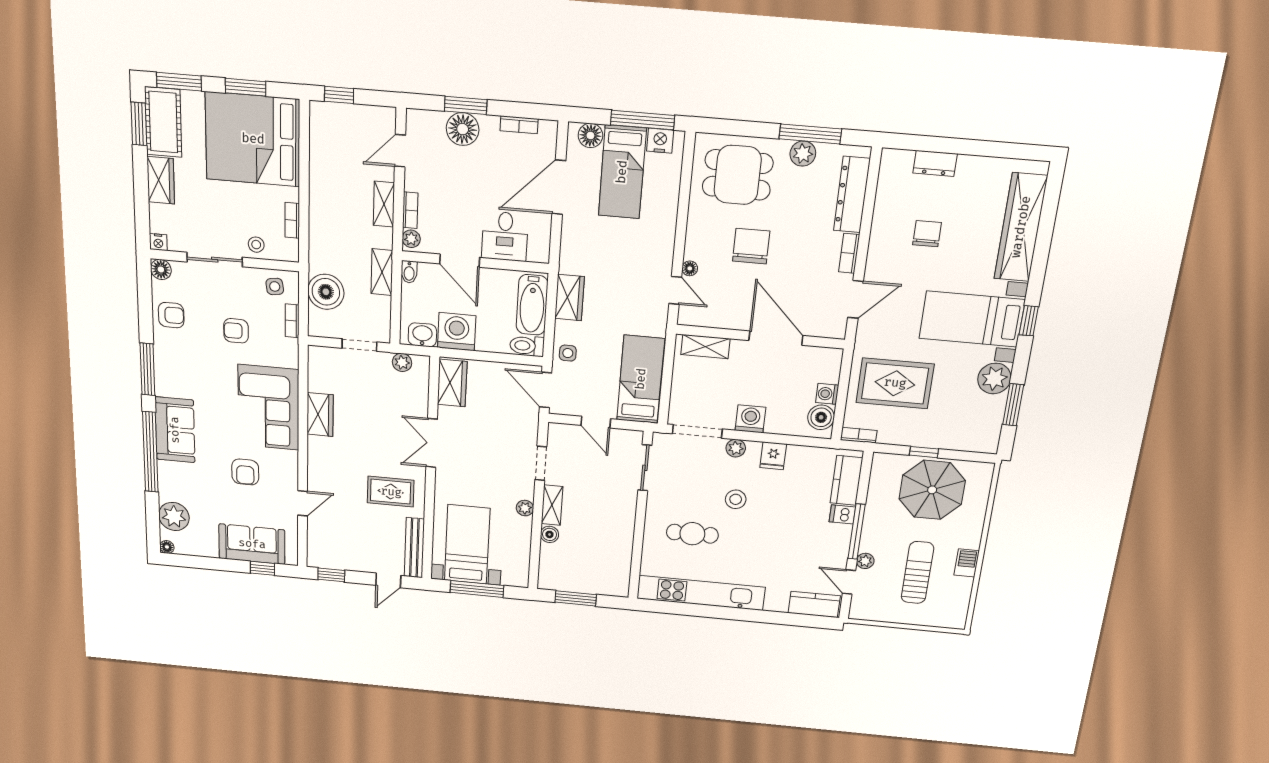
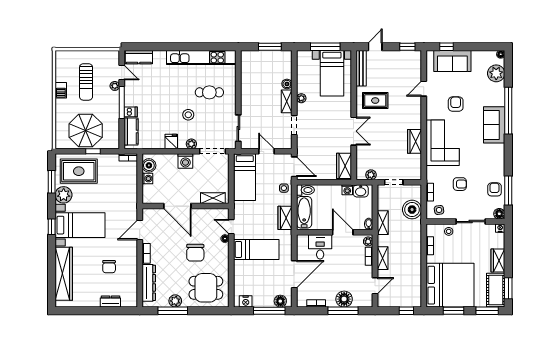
window: (466, 105) -> (343, 311), width x1.44
window: (643, 120) -> (269, 311), moved
bed: (622, 172) -> (256, 249), moved, turned 90
armchair: (171, 315) -> (494, 189), turned 90
washing machine: (457, 332) -> (347, 190), width x0.53, depth x0.53
window: (147, 369) -> (508, 191), moved
rug: (895, 383) -> (79, 171), moved

